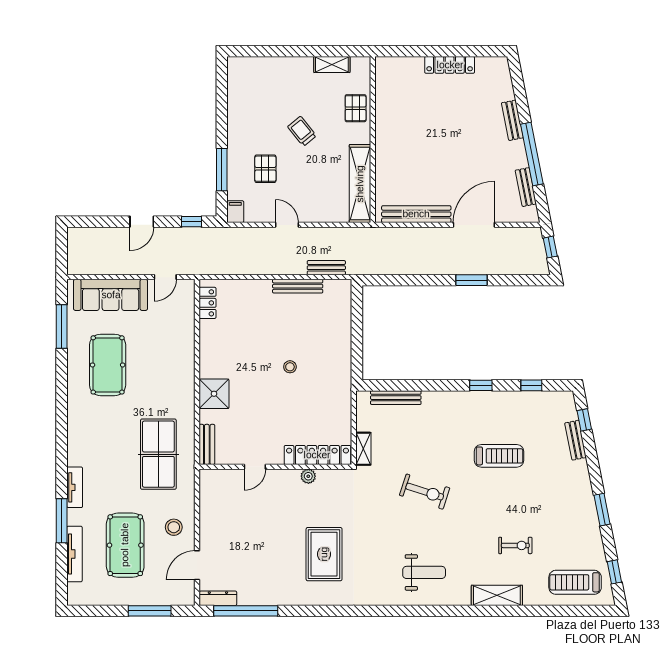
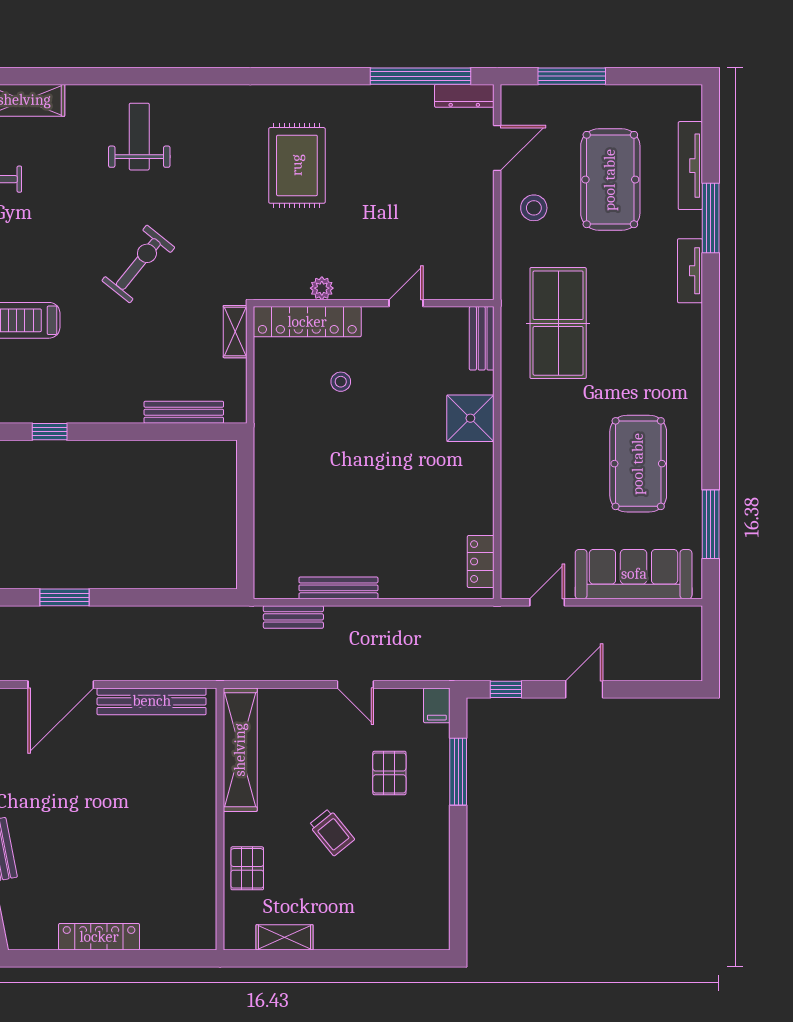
stool: (290, 367) -> (341, 382), moved
exercise bike: (425, 492) -> (138, 264), turned 111
weight bench: (424, 572) -> (139, 137), turned 90

